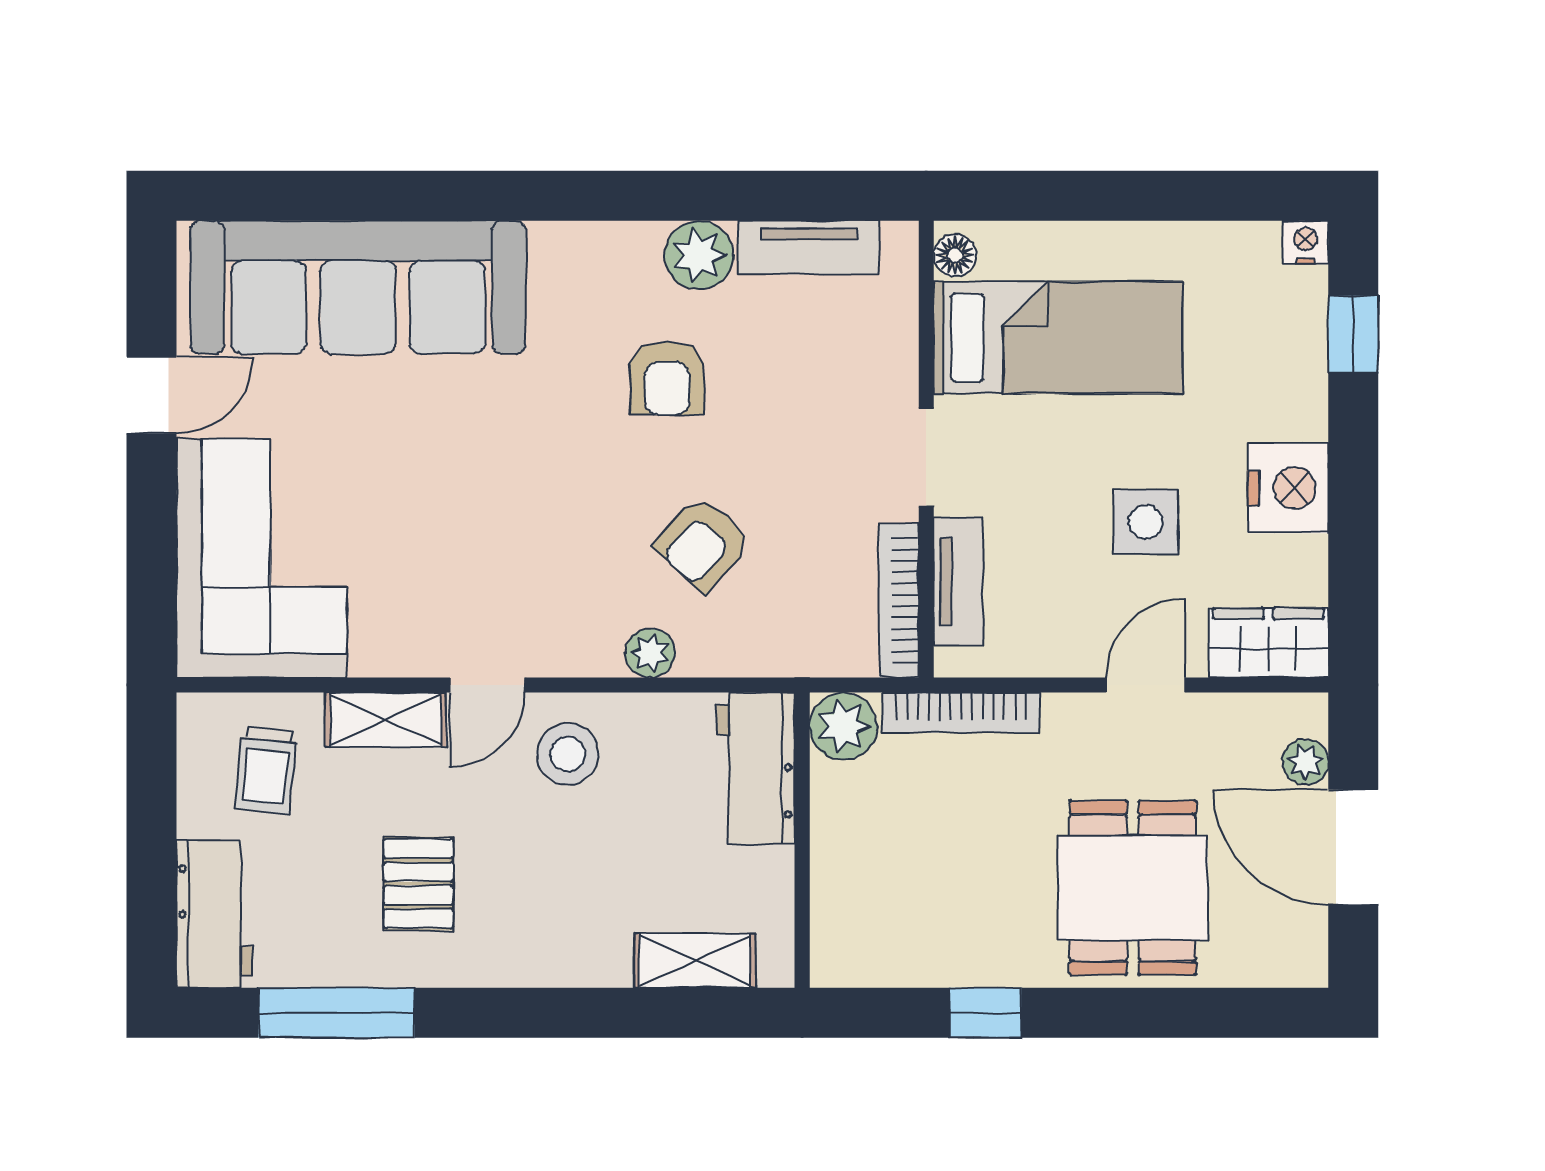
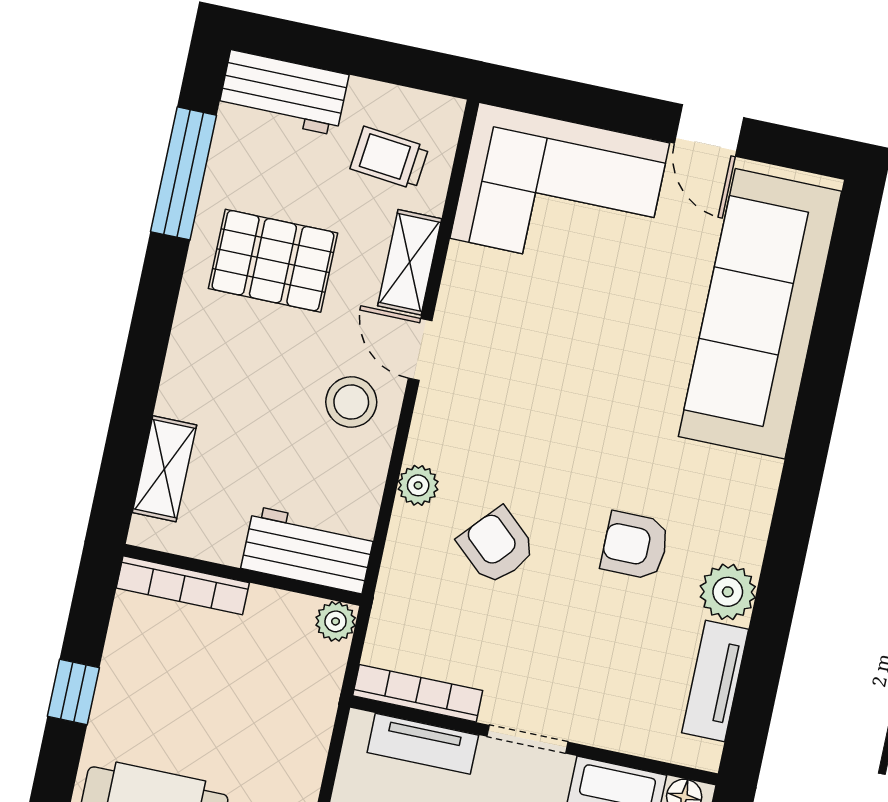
bookcase: (961, 713) -> (183, 585), moved, turned -90
plant: (843, 726) -> (336, 621), width x0.73, depth x0.73
pallet: (418, 884) -> (273, 261), width x1.50, depth x1.42

